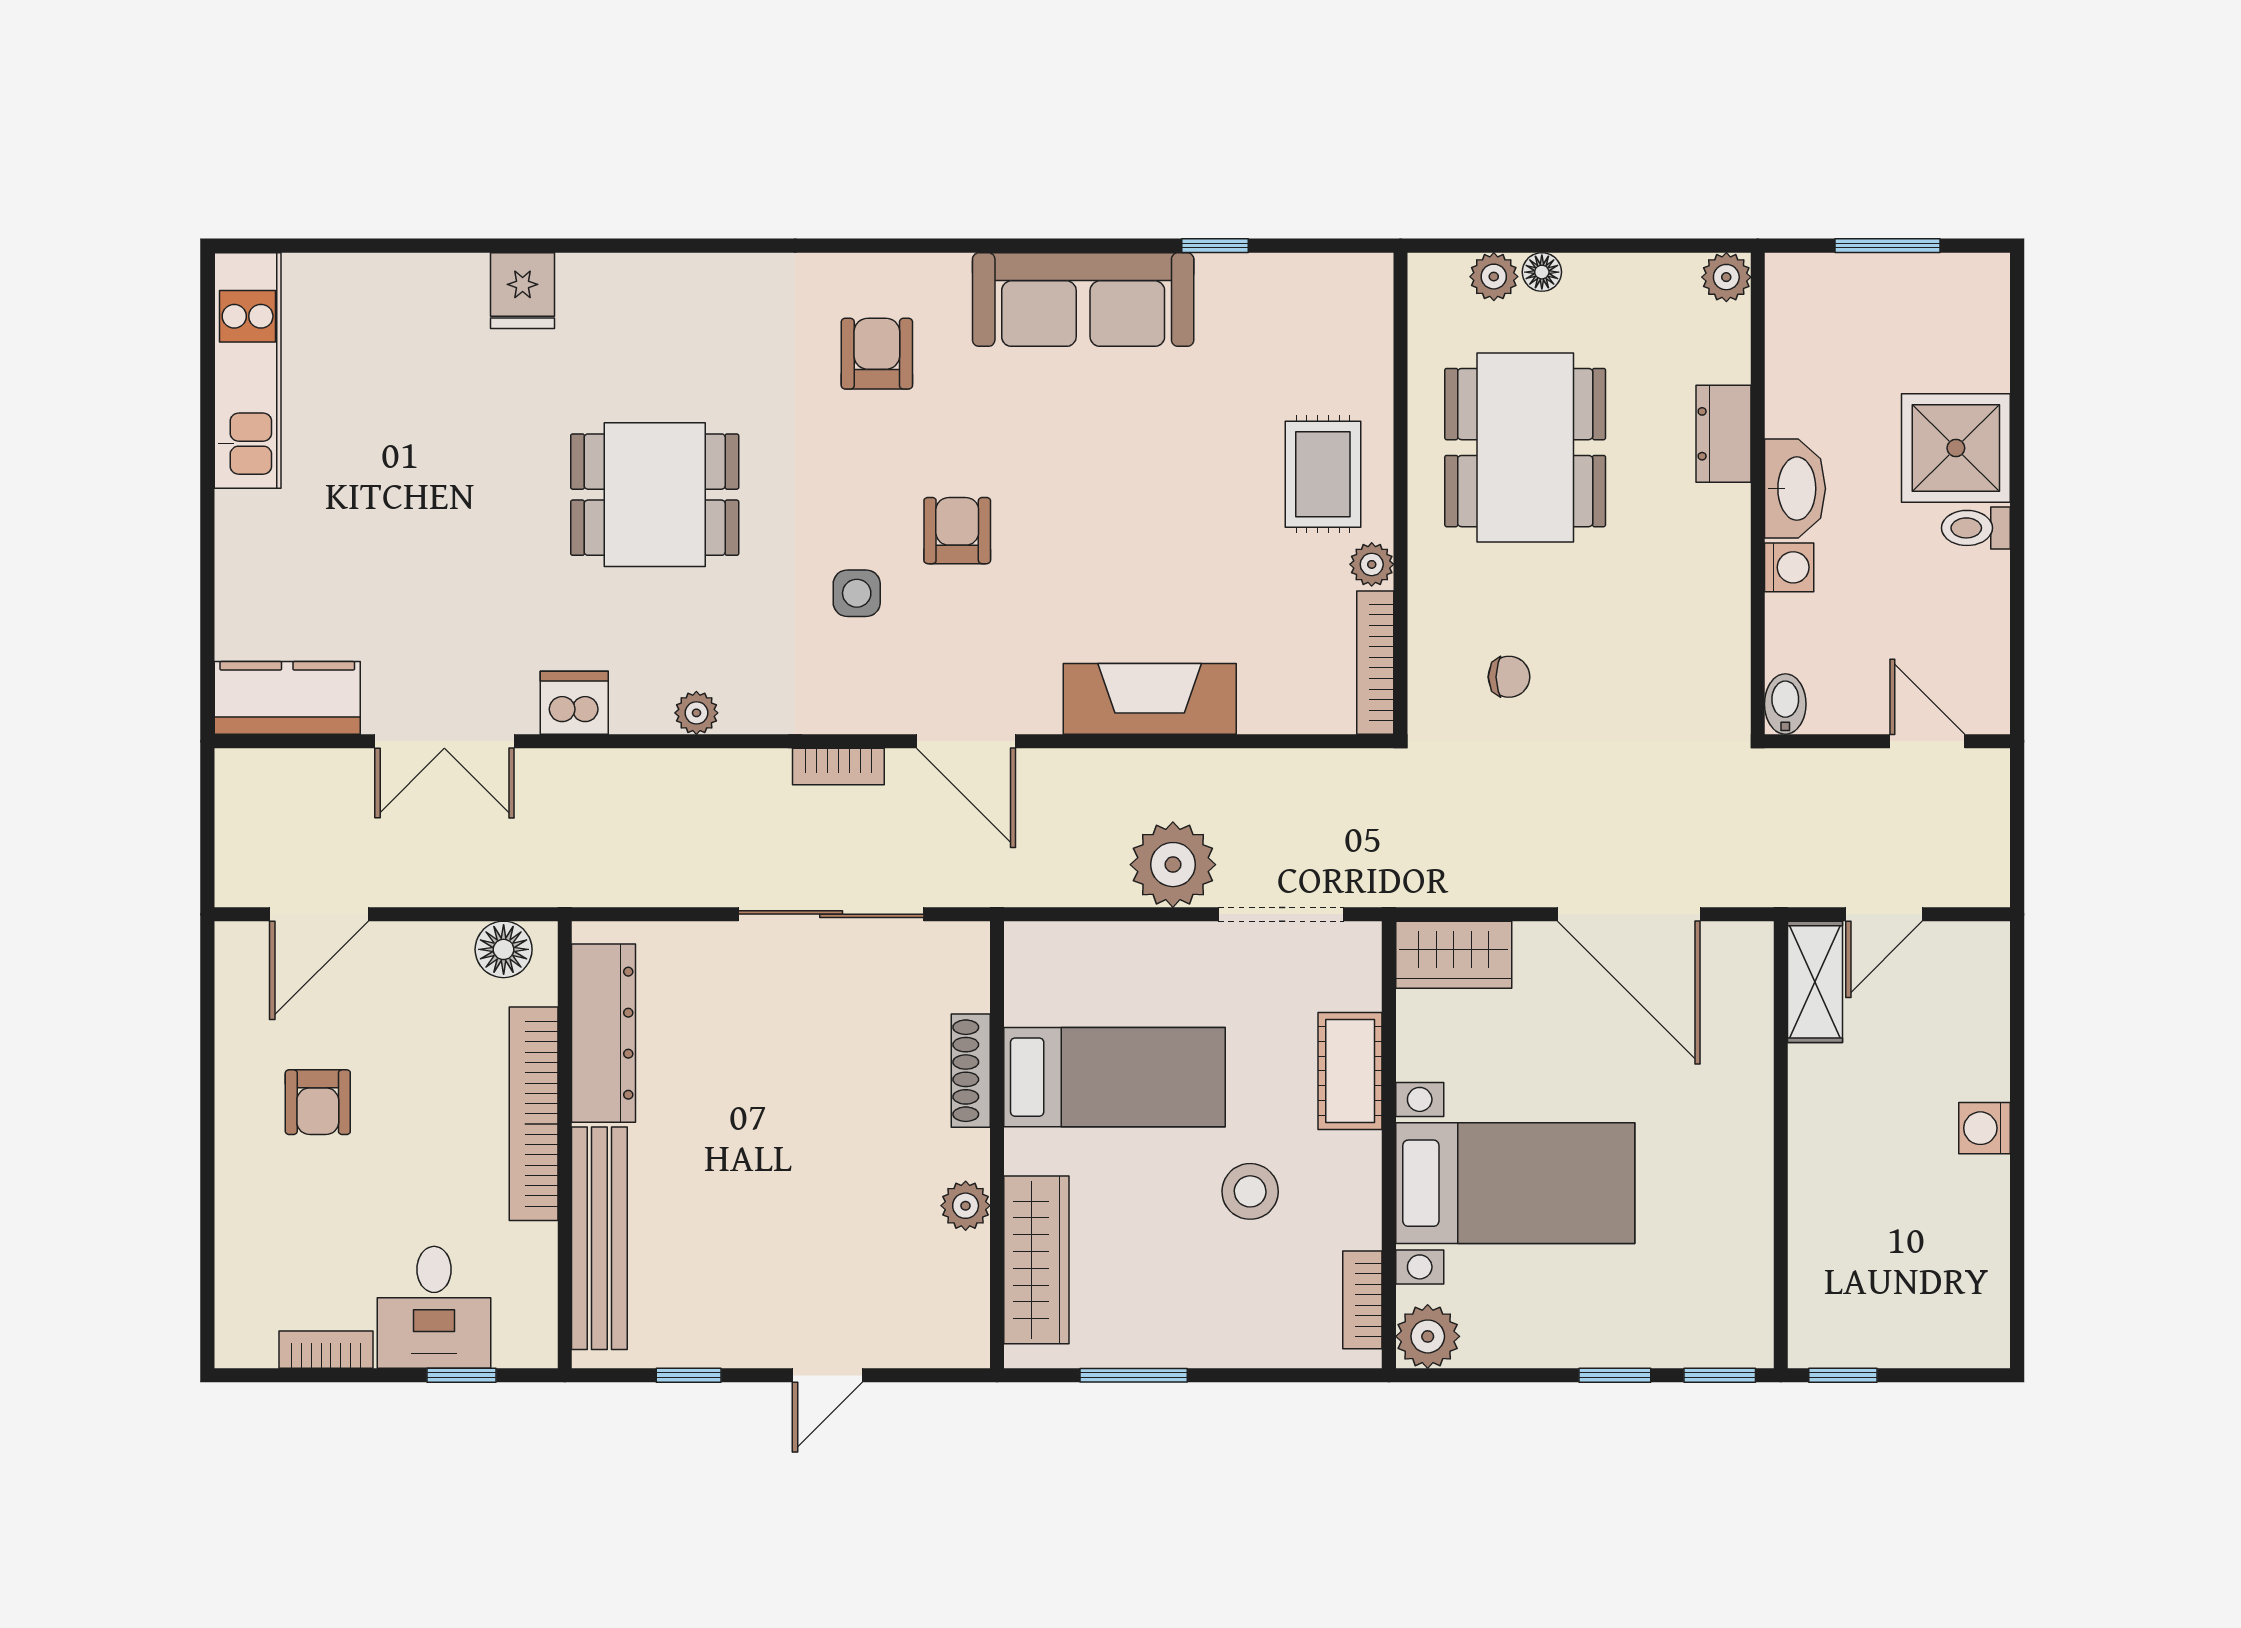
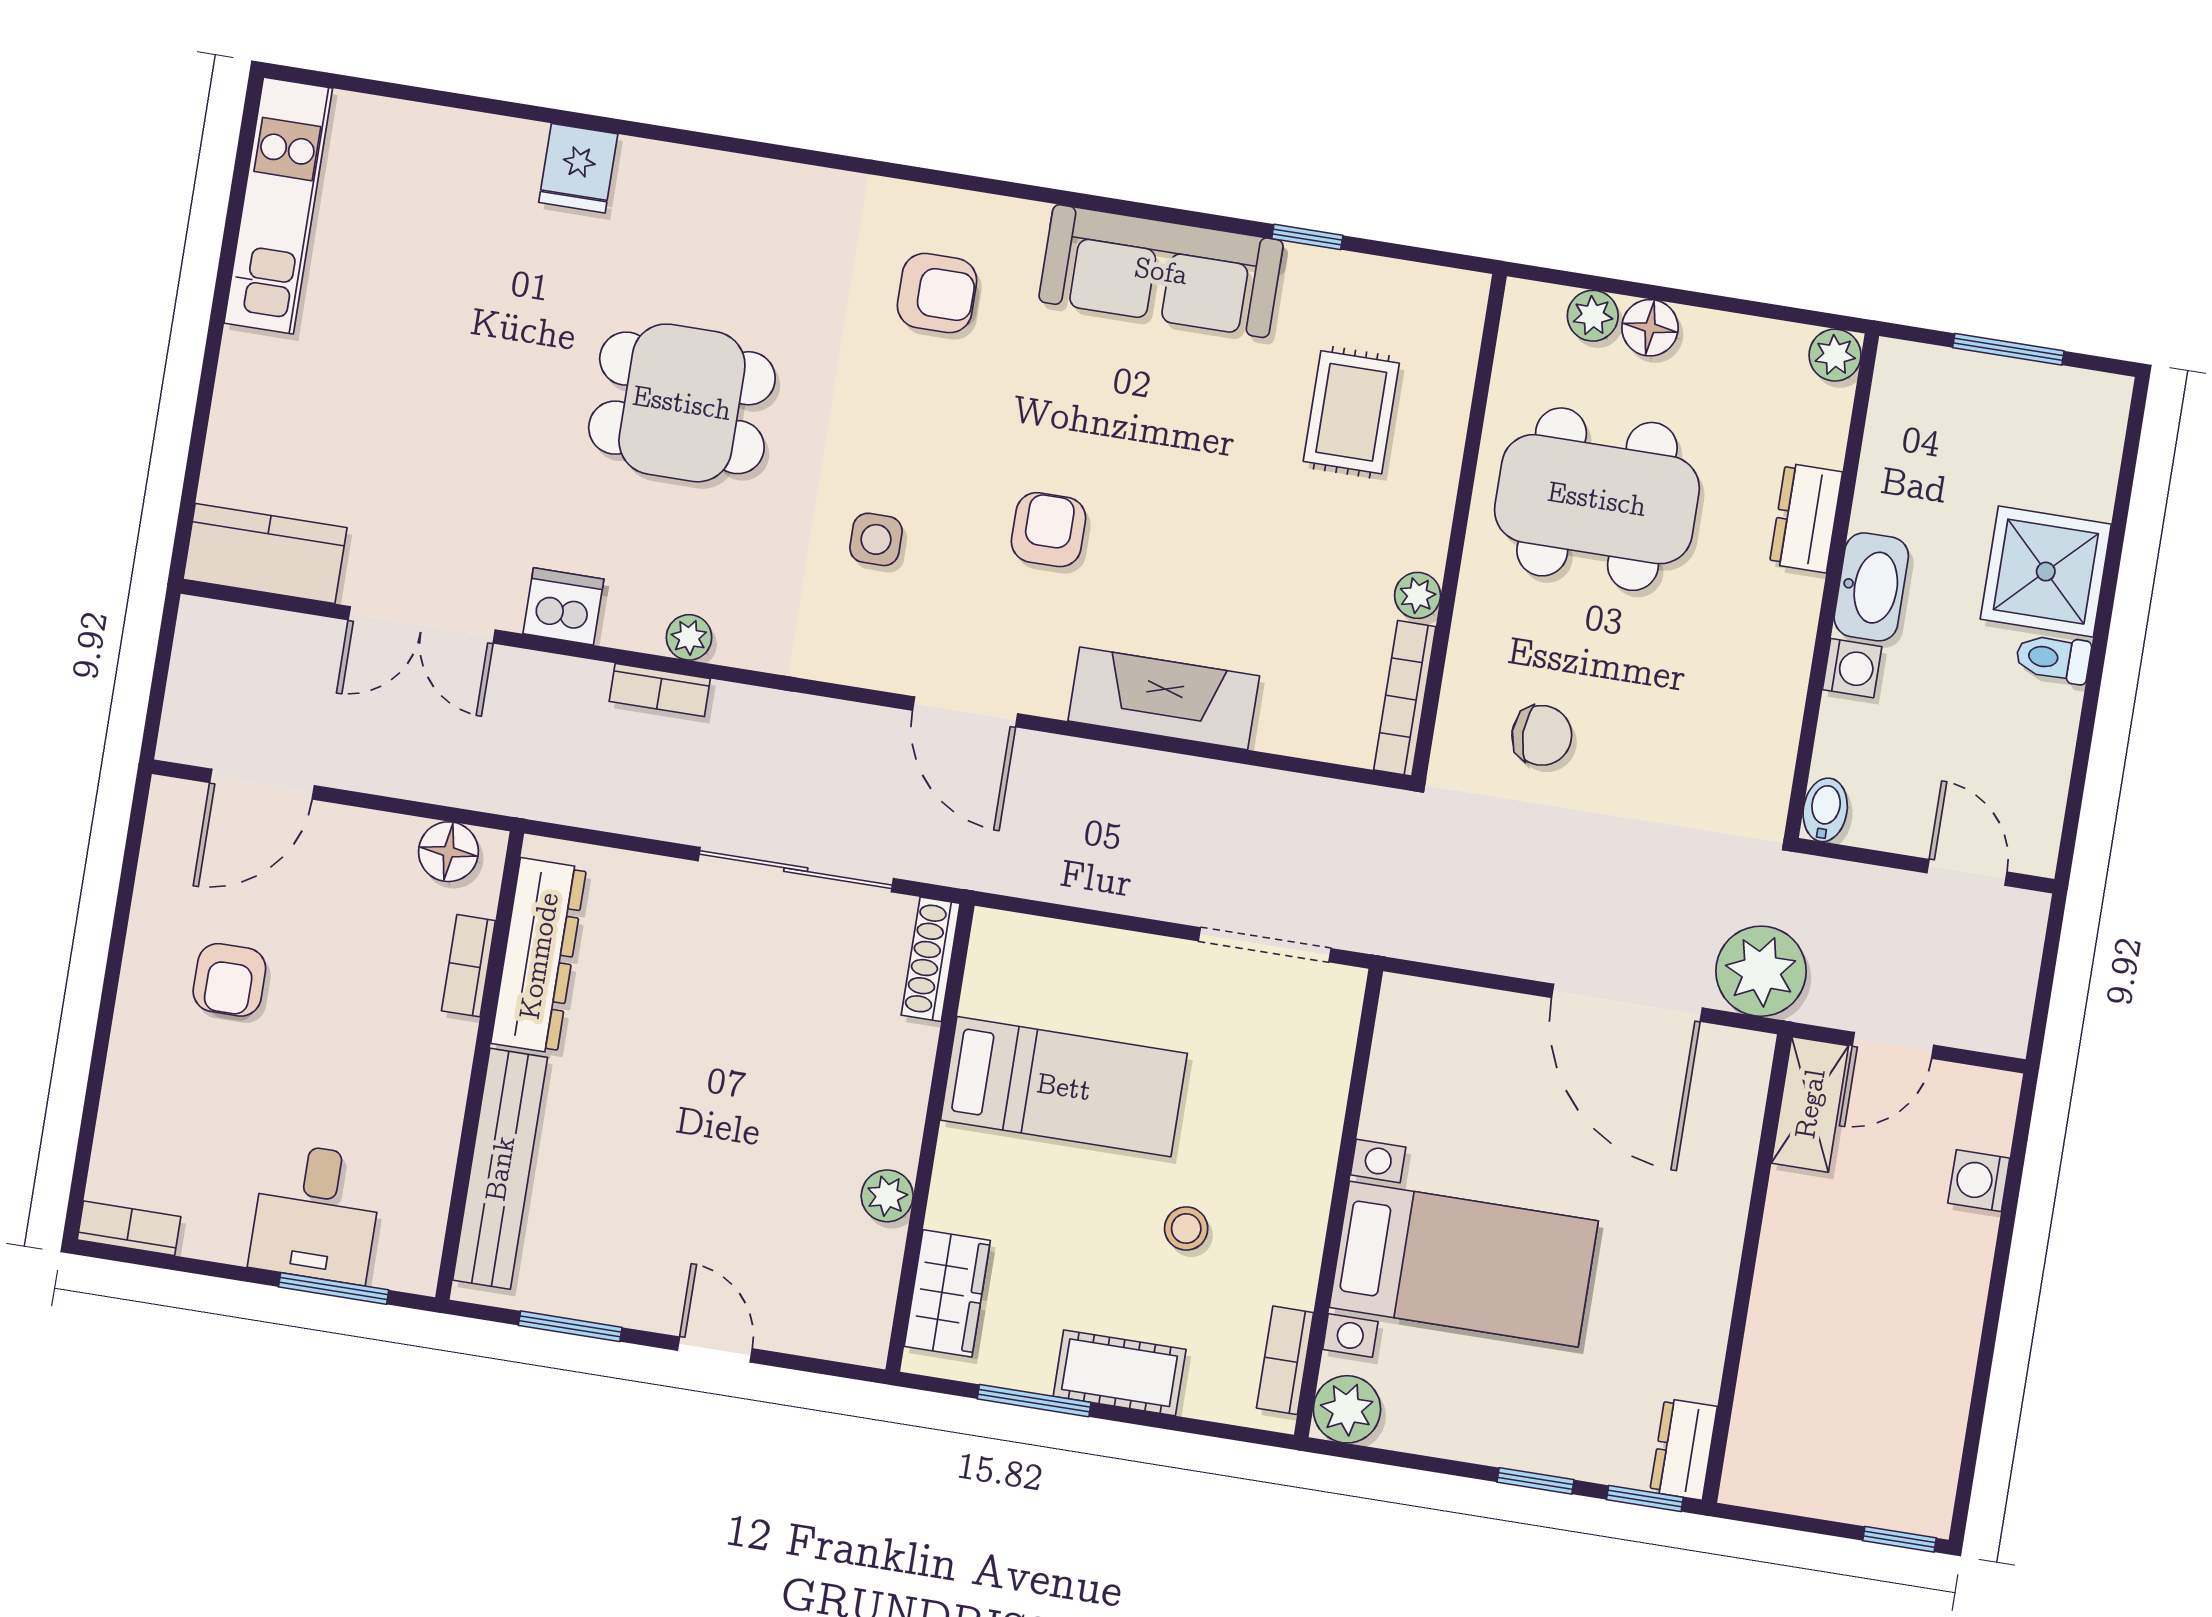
floor lamp: (1542, 272) -> (1650, 328), width x1.37, depth x1.37
armchair: (877, 354) -> (937, 293), turned 90
dining table: (1525, 448) -> (1597, 499), turned 90
rug: (1323, 474) -> (1351, 412), moved
armchair: (957, 531) -> (1049, 530), moved
chair: (1509, 677) -> (1542, 735), width x1.37, depth x1.37
bookcase: (838, 766) -> (660, 690), moved
plant: (1173, 865) -> (1761, 971), moved
wardrobe: (1454, 955) -> (1438, 1016), removed
shoe rack: (971, 1071) -> (931, 959), moved
cot: (1350, 1071) -> (1120, 1373), moved, turned 90
bookcase: (534, 1114) -> (468, 966), width x0.43, depth x0.76
washing machine: (1984, 1128) -> (1979, 1181), moved
stool: (1250, 1191) -> (1186, 1228), width x0.73, depth x0.73
wardrobe: (1036, 1260) -> (947, 1293), width x0.67
dresser: (1749, 1323) -> (1684, 1449), added
bookcase: (326, 1350) -> (129, 1228), moved
window: (462, 1375) -> (334, 1288), width x1.50
window: (689, 1375) -> (570, 1326), width x1.50
door: (827, 1375) -> (715, 1350), swing flipped
window: (1843, 1375) -> (1899, 1539), moved

